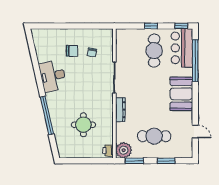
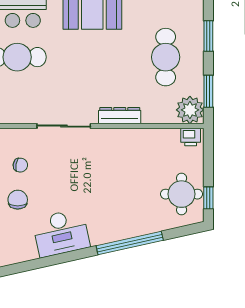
round table: (83, 125) -> (182, 194), moved
window: (73, 161) -> (208, 198), added

